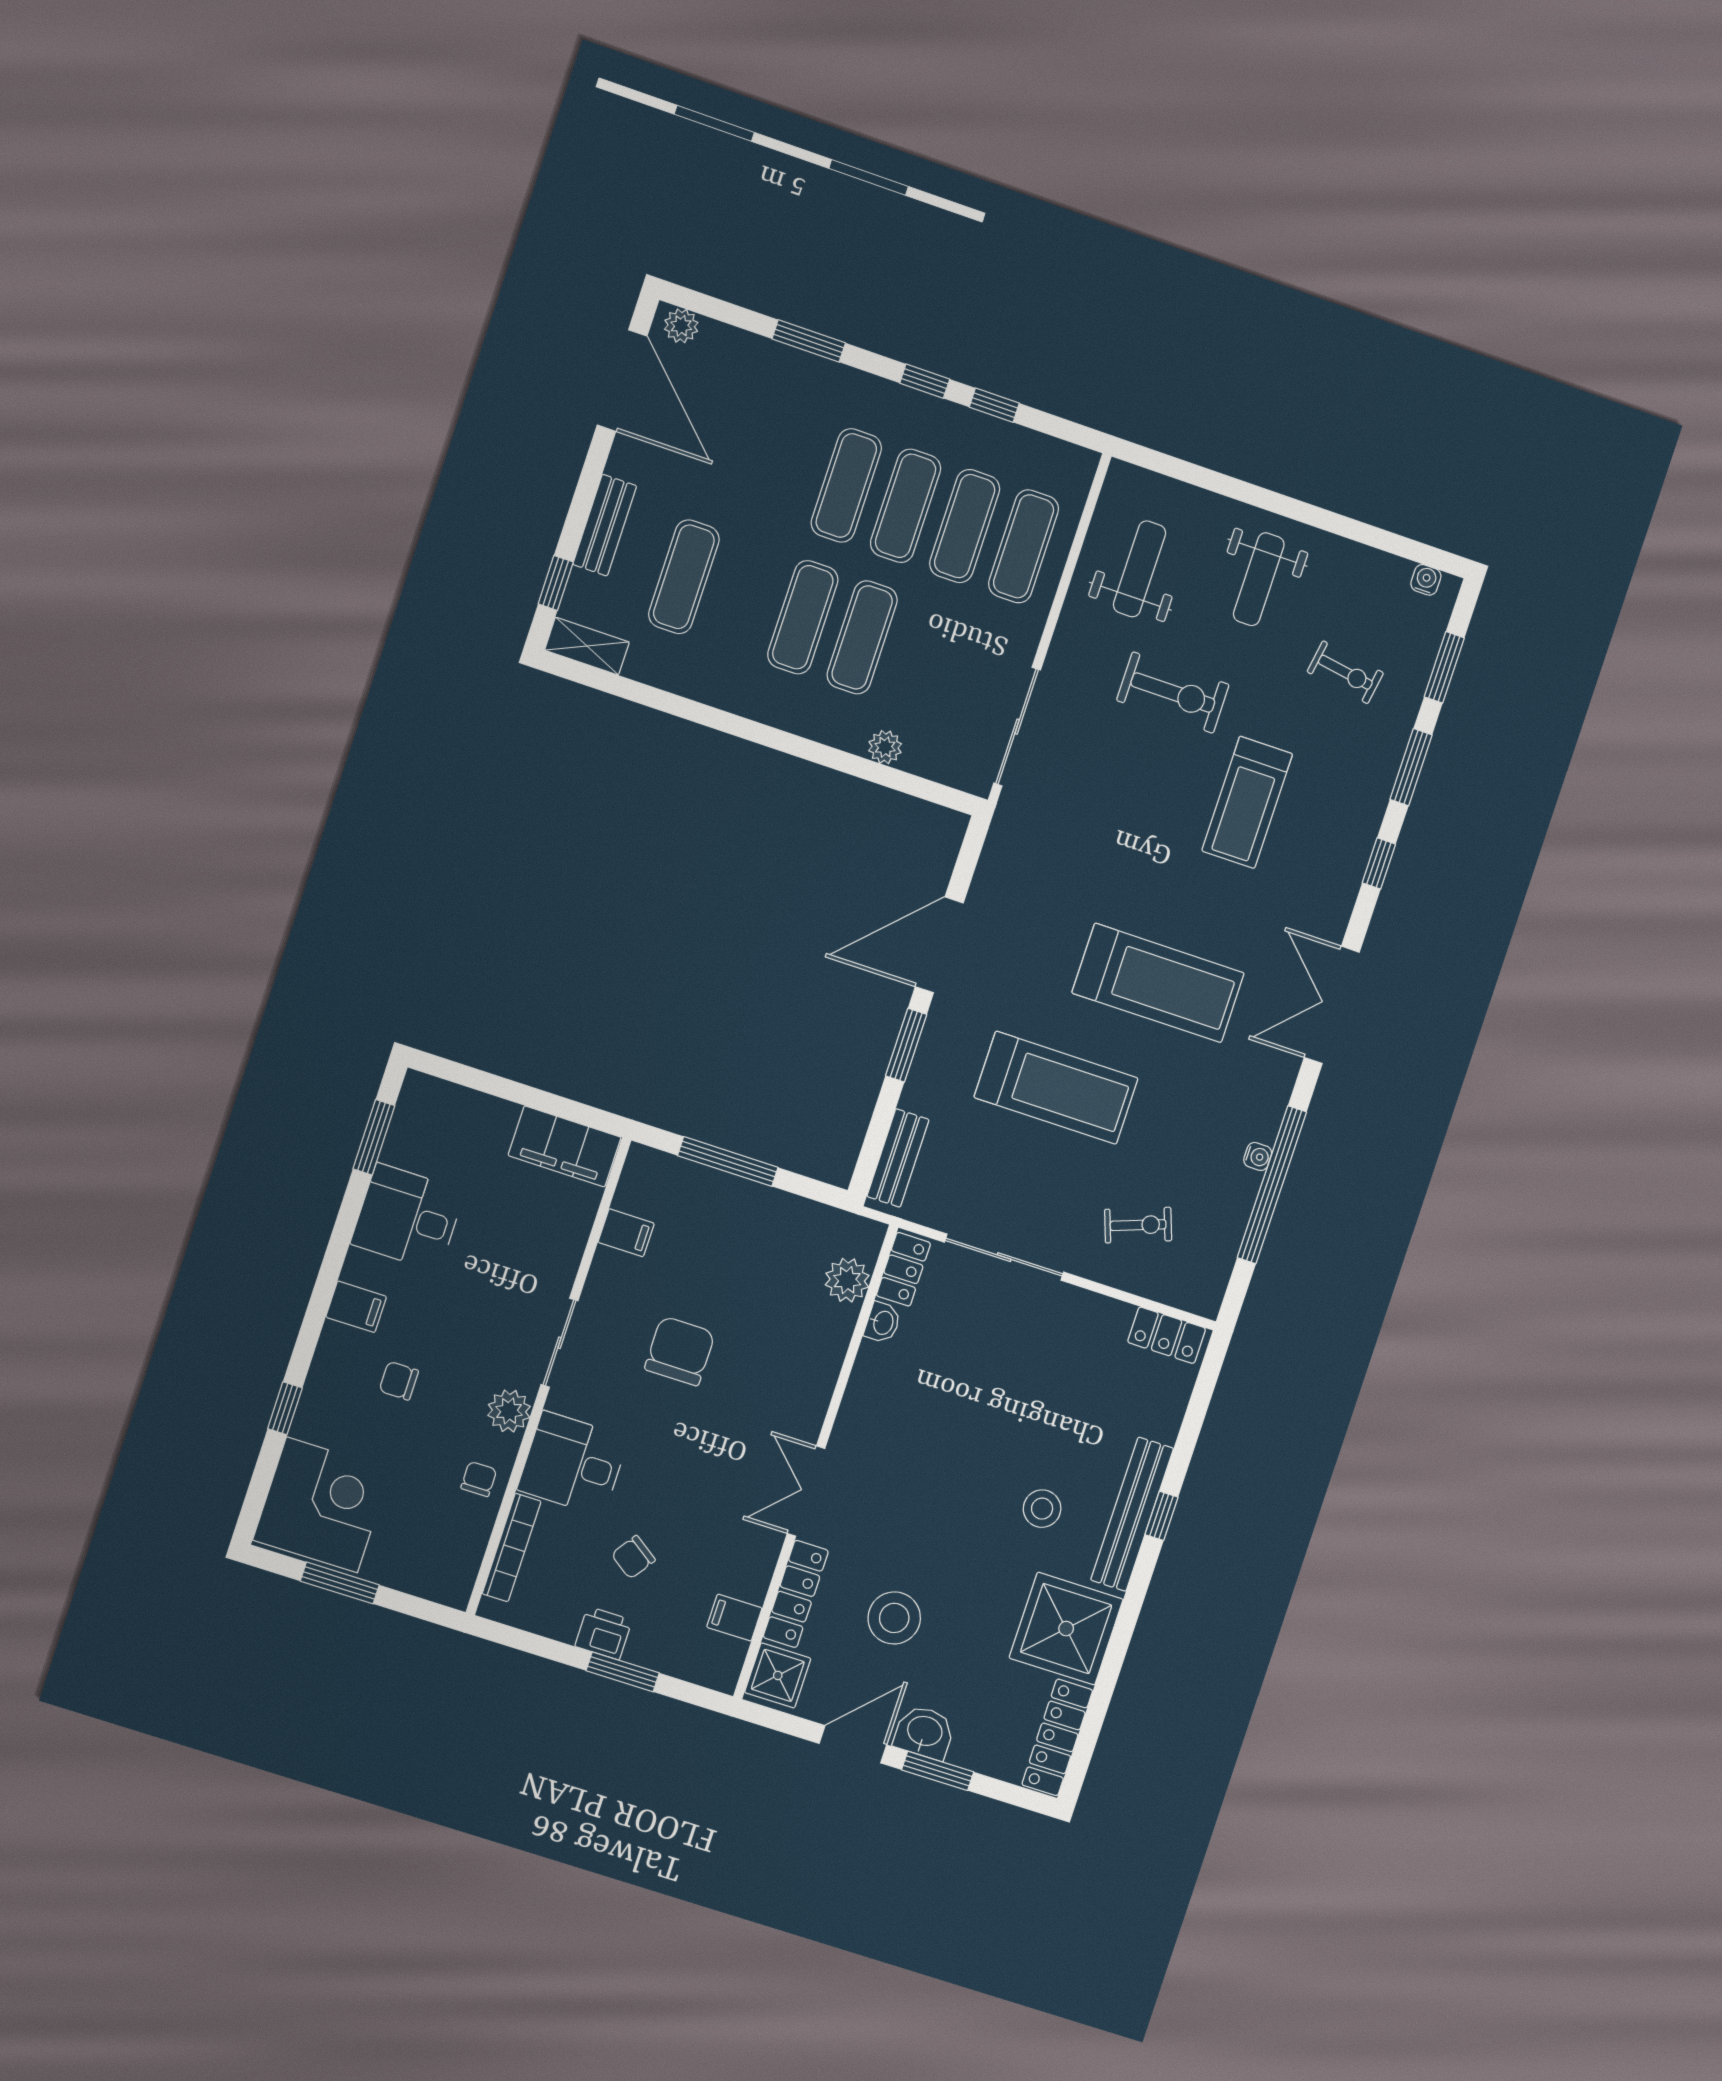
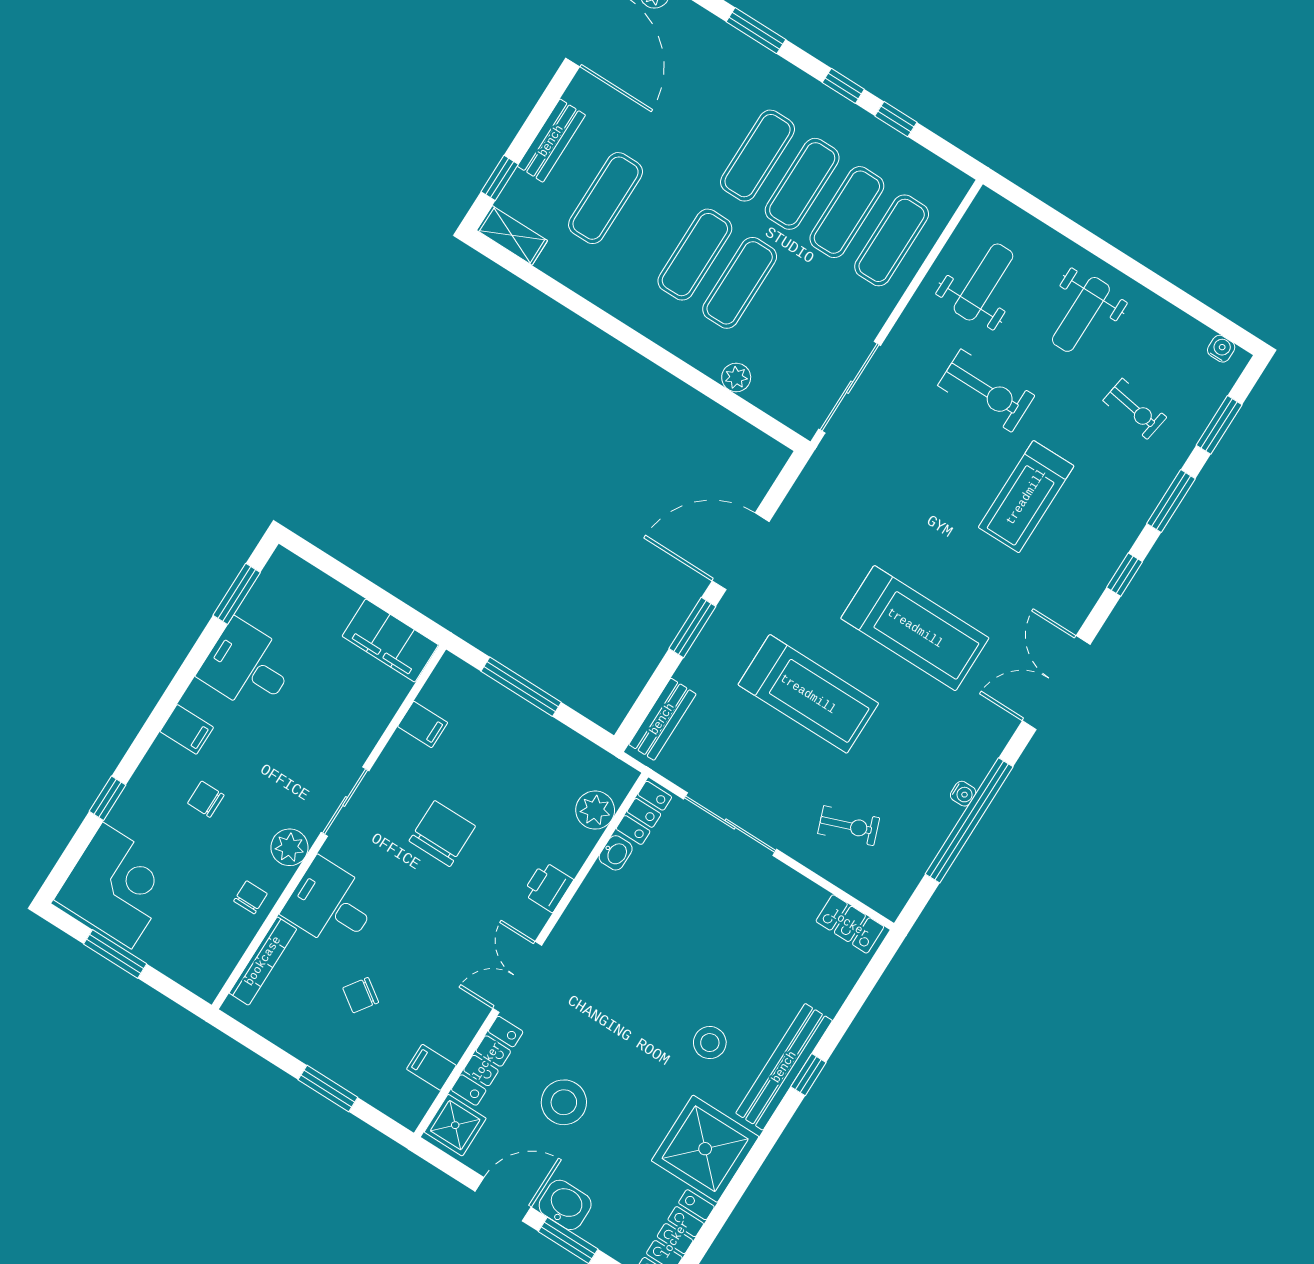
printer: (603, 1633) -> (548, 887), moved, turned -90

